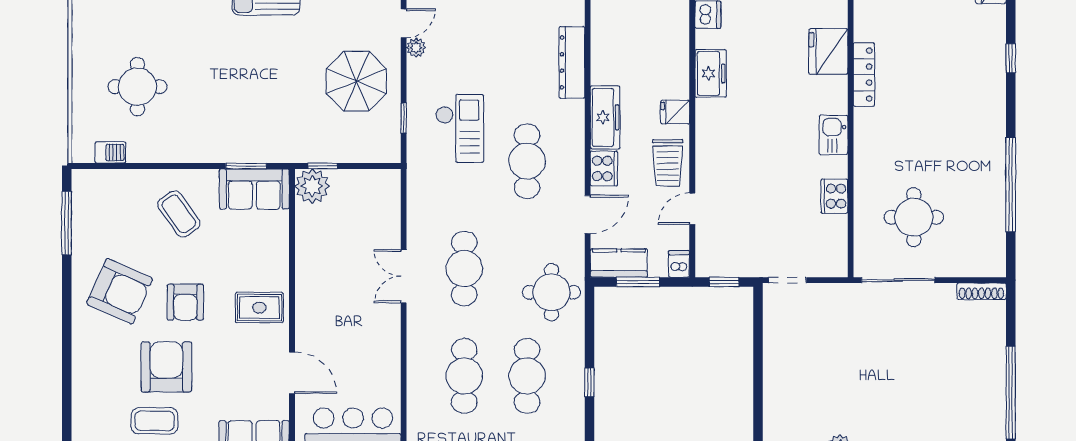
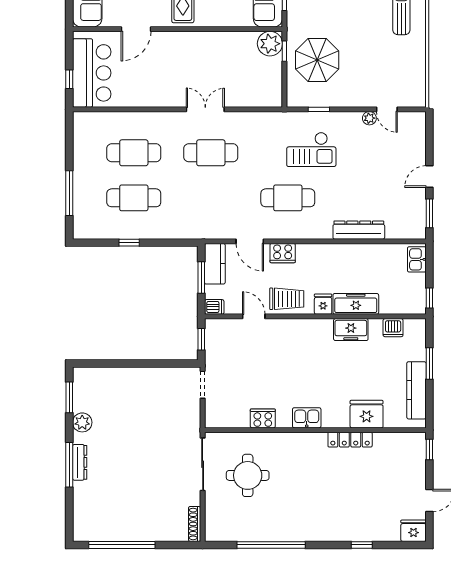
parasol: (356, 81) -> (317, 60), moved
freezer: (605, 117) -> (356, 304), moved, turned 180
trolley: (668, 163) -> (287, 299), turned 180
round table: (551, 292) -> (194, 215), removed

